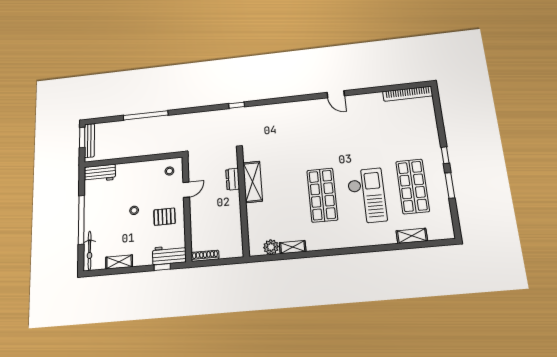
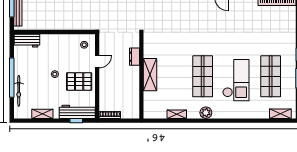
shelving: (253, 182) -> (150, 75), moved
pallet: (164, 217) -> (79, 81), width x1.50, depth x1.42
shelving: (412, 236) -> (280, 114), moved
plant: (271, 247) -> (206, 113), moved
bicycle: (90, 251) -> (19, 91), moved
workbench: (169, 255) -> (77, 112), width x1.37

